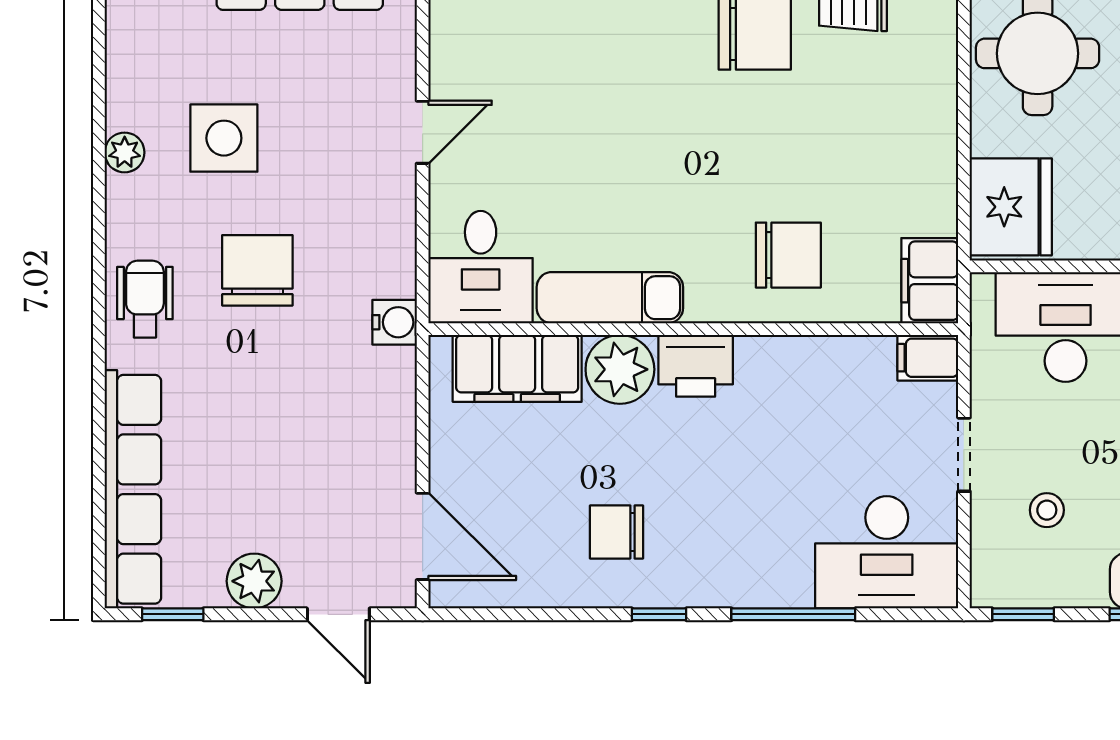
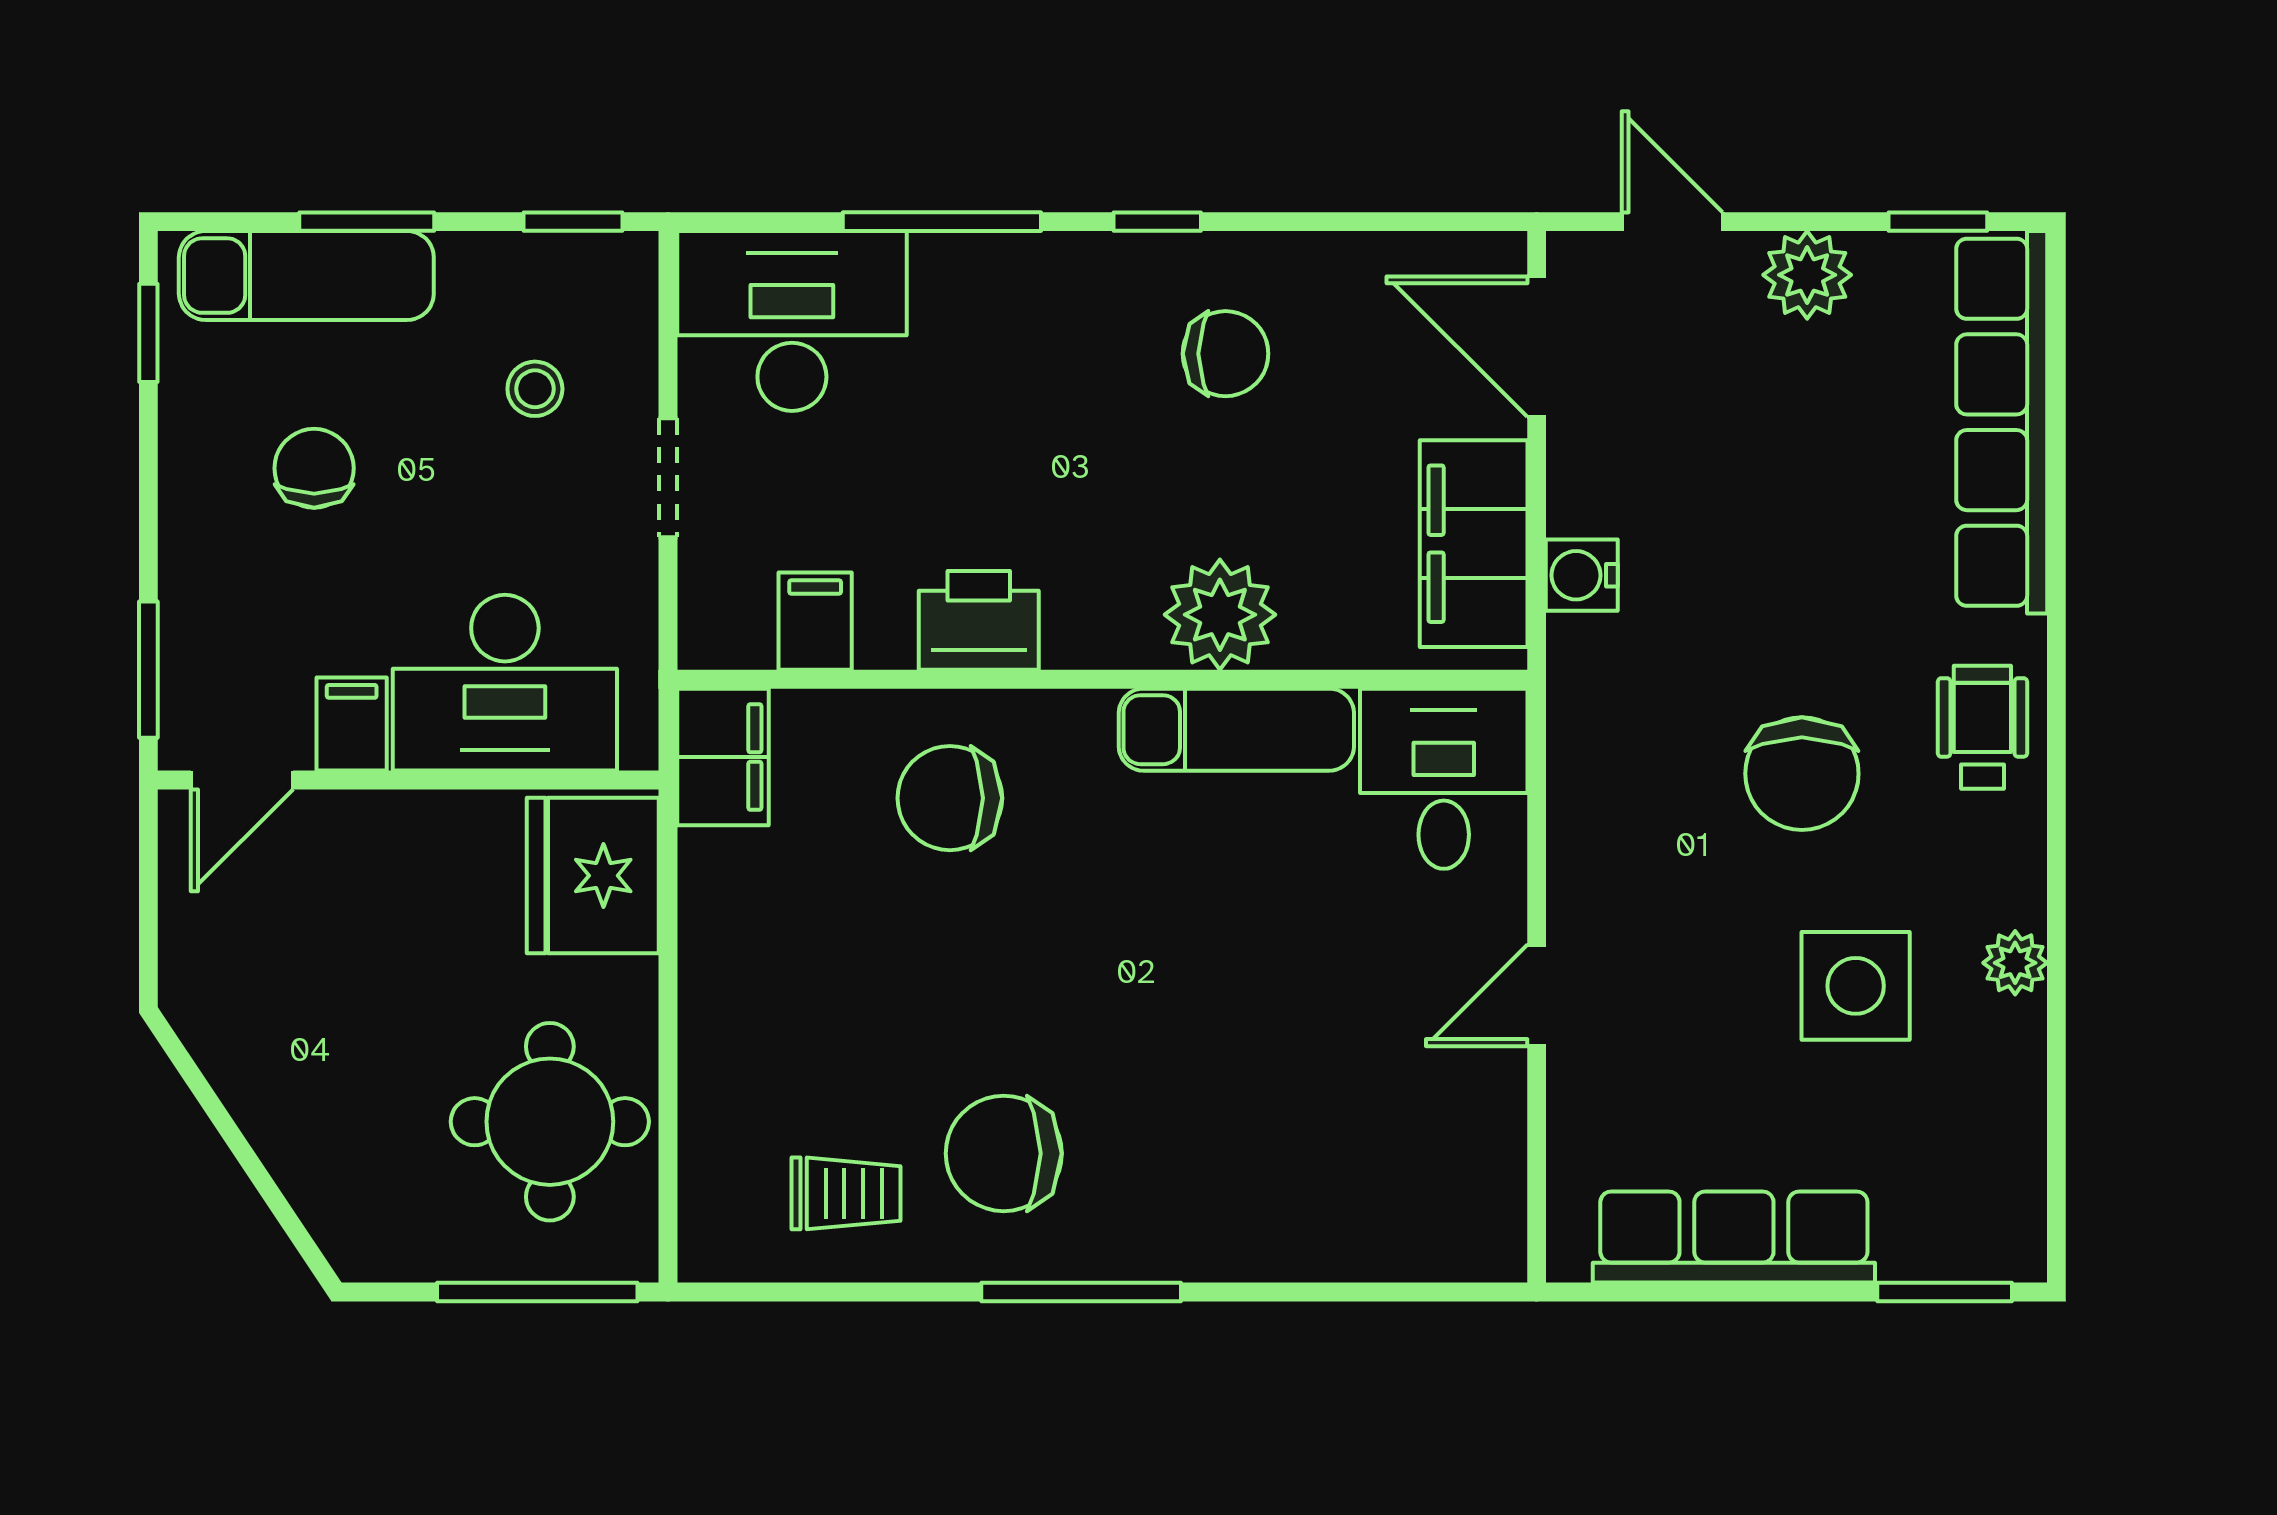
wheelchair: (145, 299) -> (1982, 727), turned 180
water cooler: (395, 322) -> (1582, 575), moved
filing cabinet: (928, 358) -> (815, 621), moved, turned -90
printer: (696, 366) -> (979, 620), moved
filing cabinet: (517, 368) -> (1474, 544), moved, turned -90

